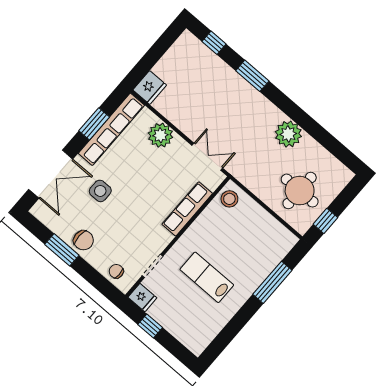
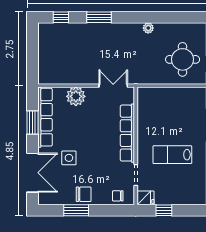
fridge: (150, 88) -> (46, 74), removed
plant: (288, 134) -> (148, 28), width x0.53, depth x0.53
stool: (229, 199) -> (147, 99), removed
row of seats: (187, 209) -> (127, 133), width x1.36

